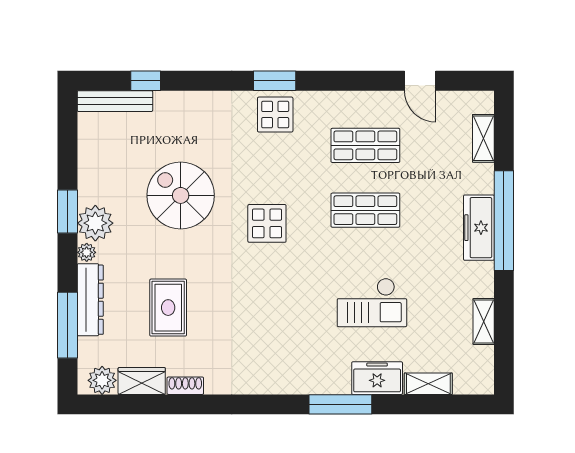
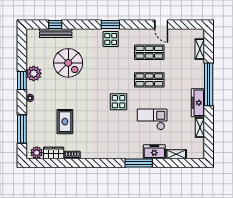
door: (420, 81) -> (161, 25), moved
bench: (115, 101) -> (56, 33), moved
spiral stairs: (181, 195) -> (68, 63), moved, turned 180
plant: (95, 223) -> (34, 73), moved
display table: (267, 223) -> (119, 102), moved
freezer: (479, 228) -> (198, 103), moved
dresser: (90, 300) -> (32, 118), removed
checkout: (372, 302) -> (152, 119), turned 180

